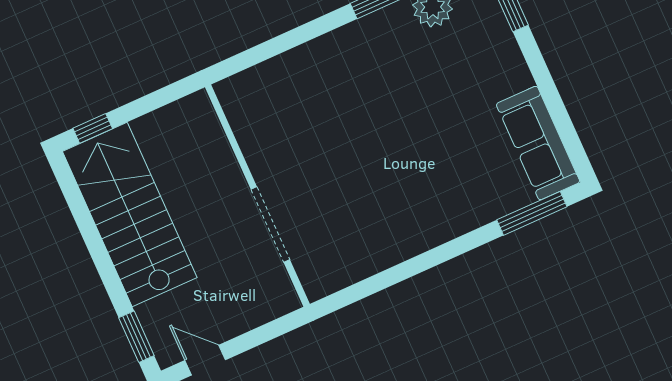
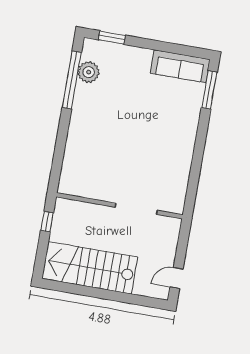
window: (93, 128) -> (47, 222), moved
window: (136, 337) -> (146, 301), removed

